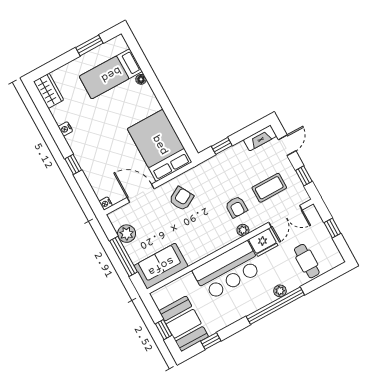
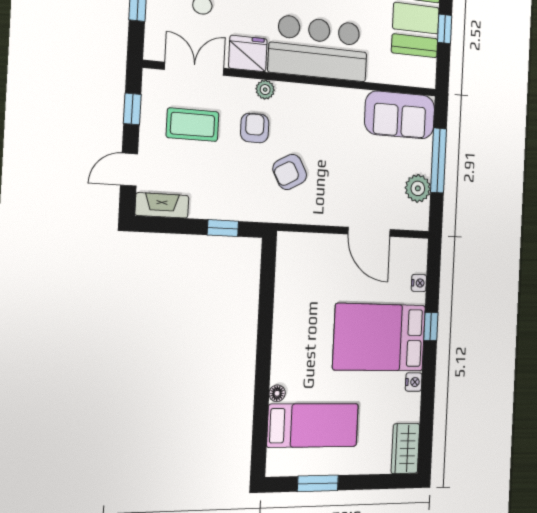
bed: (160, 145) -> (379, 337), moved, turned 90
armchair: (181, 199) -> (290, 172), moved
nightstand: (106, 203) -> (419, 283), moved

